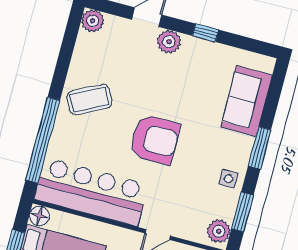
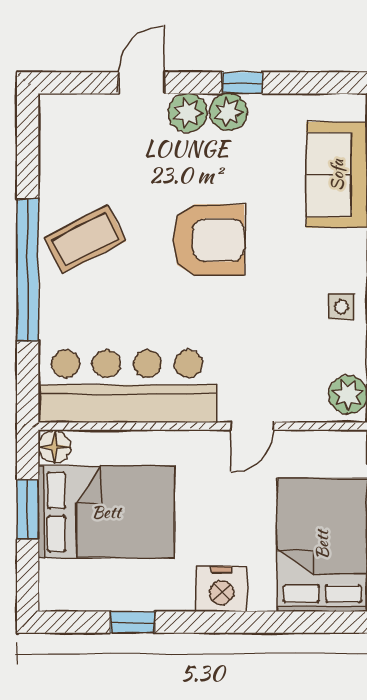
plant: (93, 21) -> (228, 112), moved
armchair: (155, 139) -> (209, 240), moved
window: (43, 140) -> (28, 270), moved

